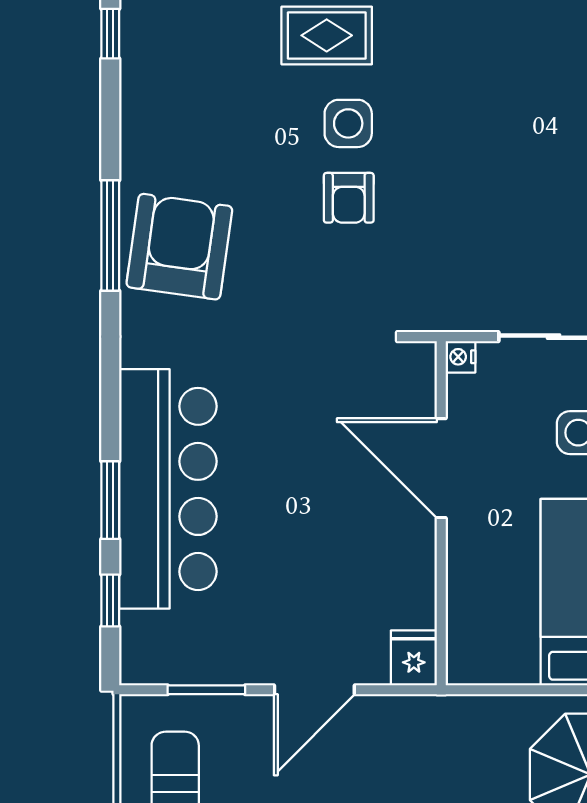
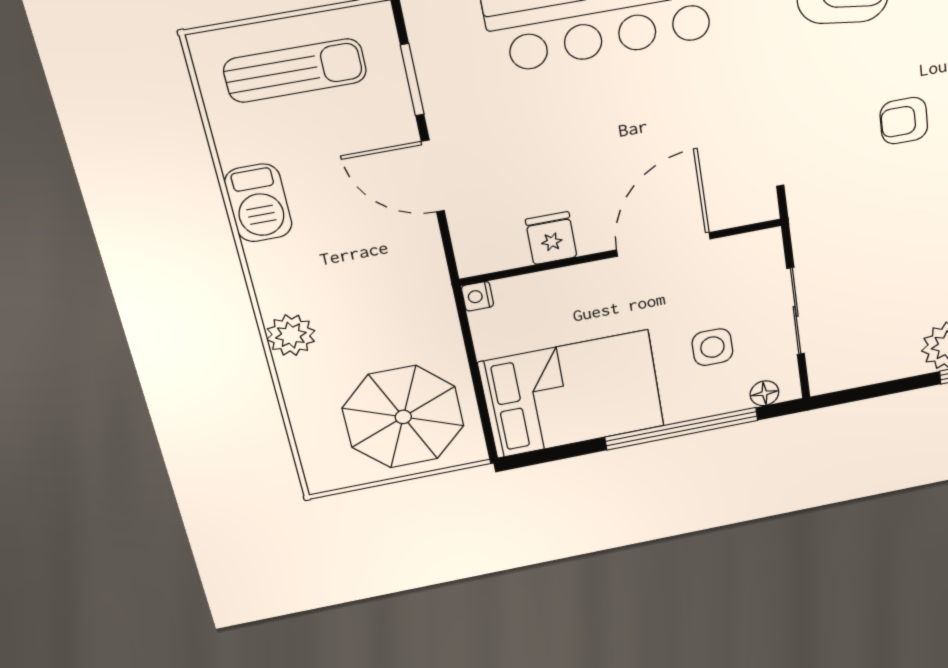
nightstand: (461, 357) -> (477, 296), moved, turned -90
fridge: (414, 658) -> (551, 238), moved, turned -90

